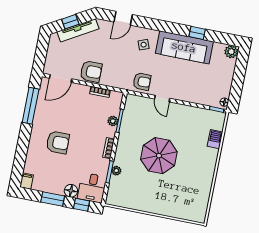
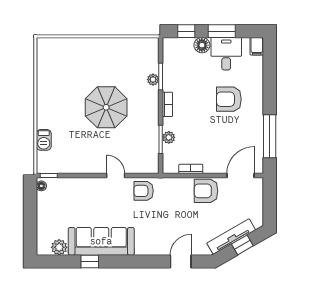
side table: (144, 45) -> (150, 235), removed
plant: (231, 52) -> (59, 247), moved
desk: (92, 188) -> (226, 54), moved

